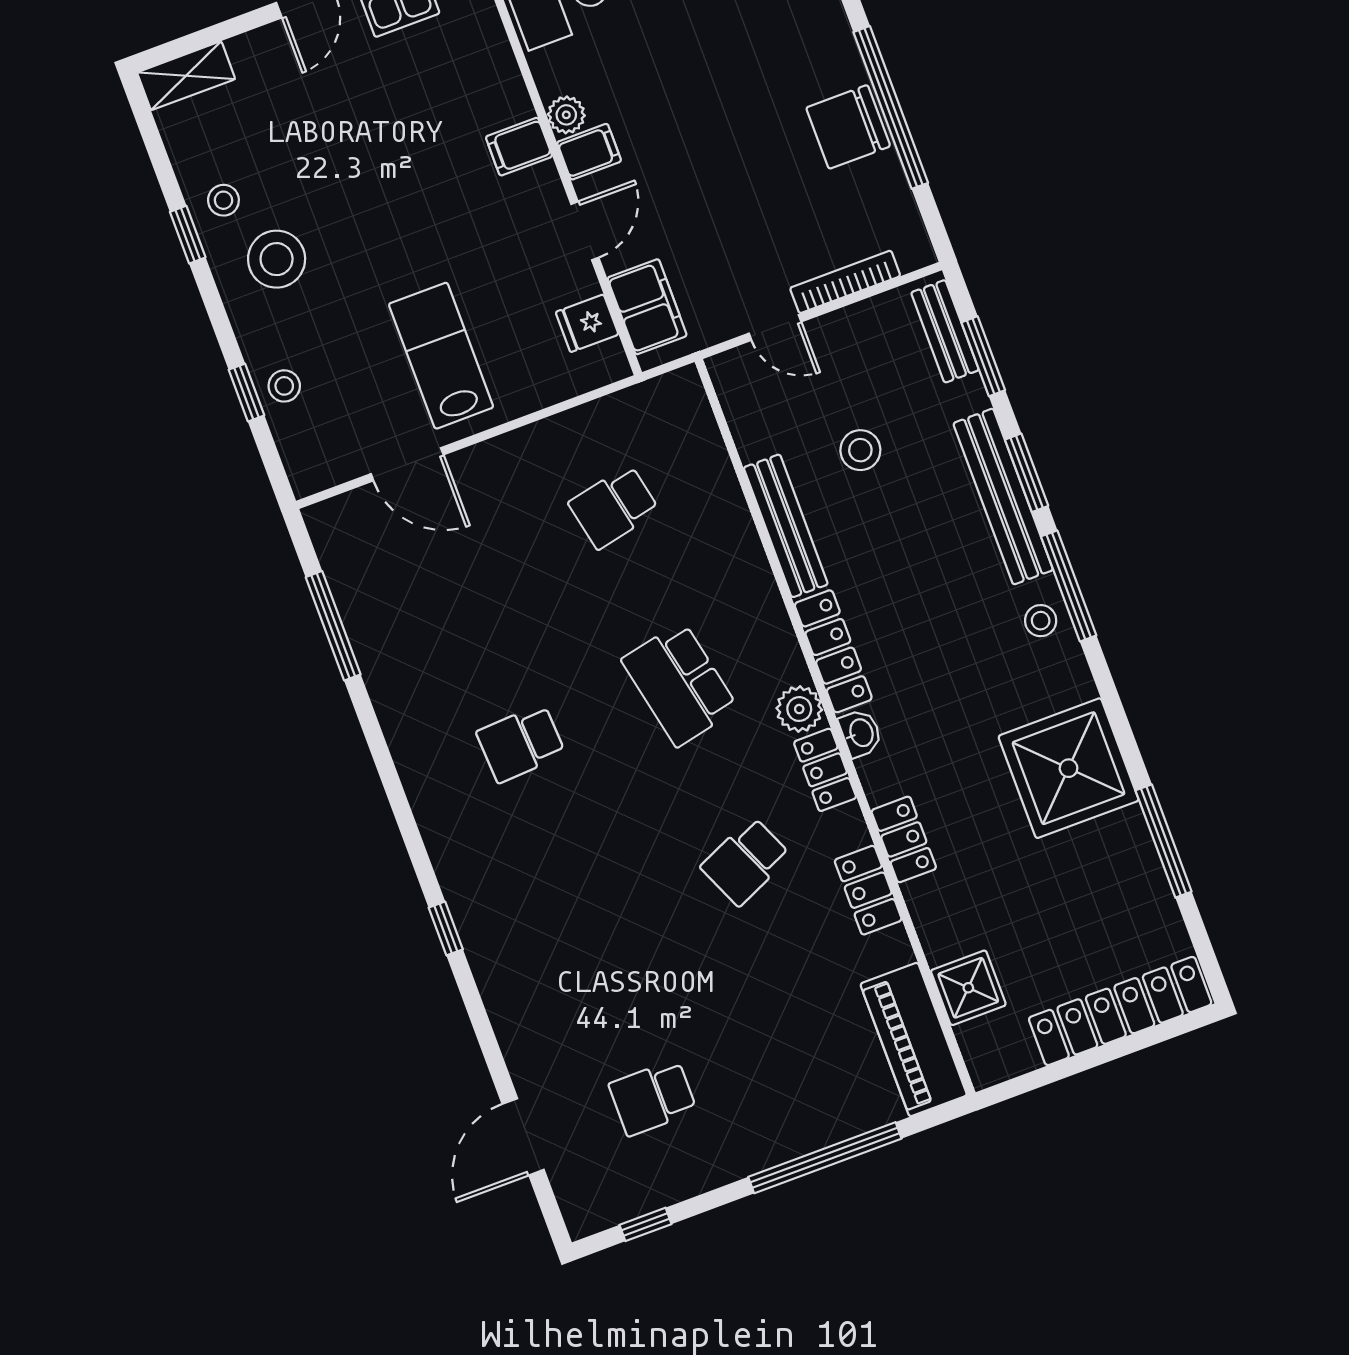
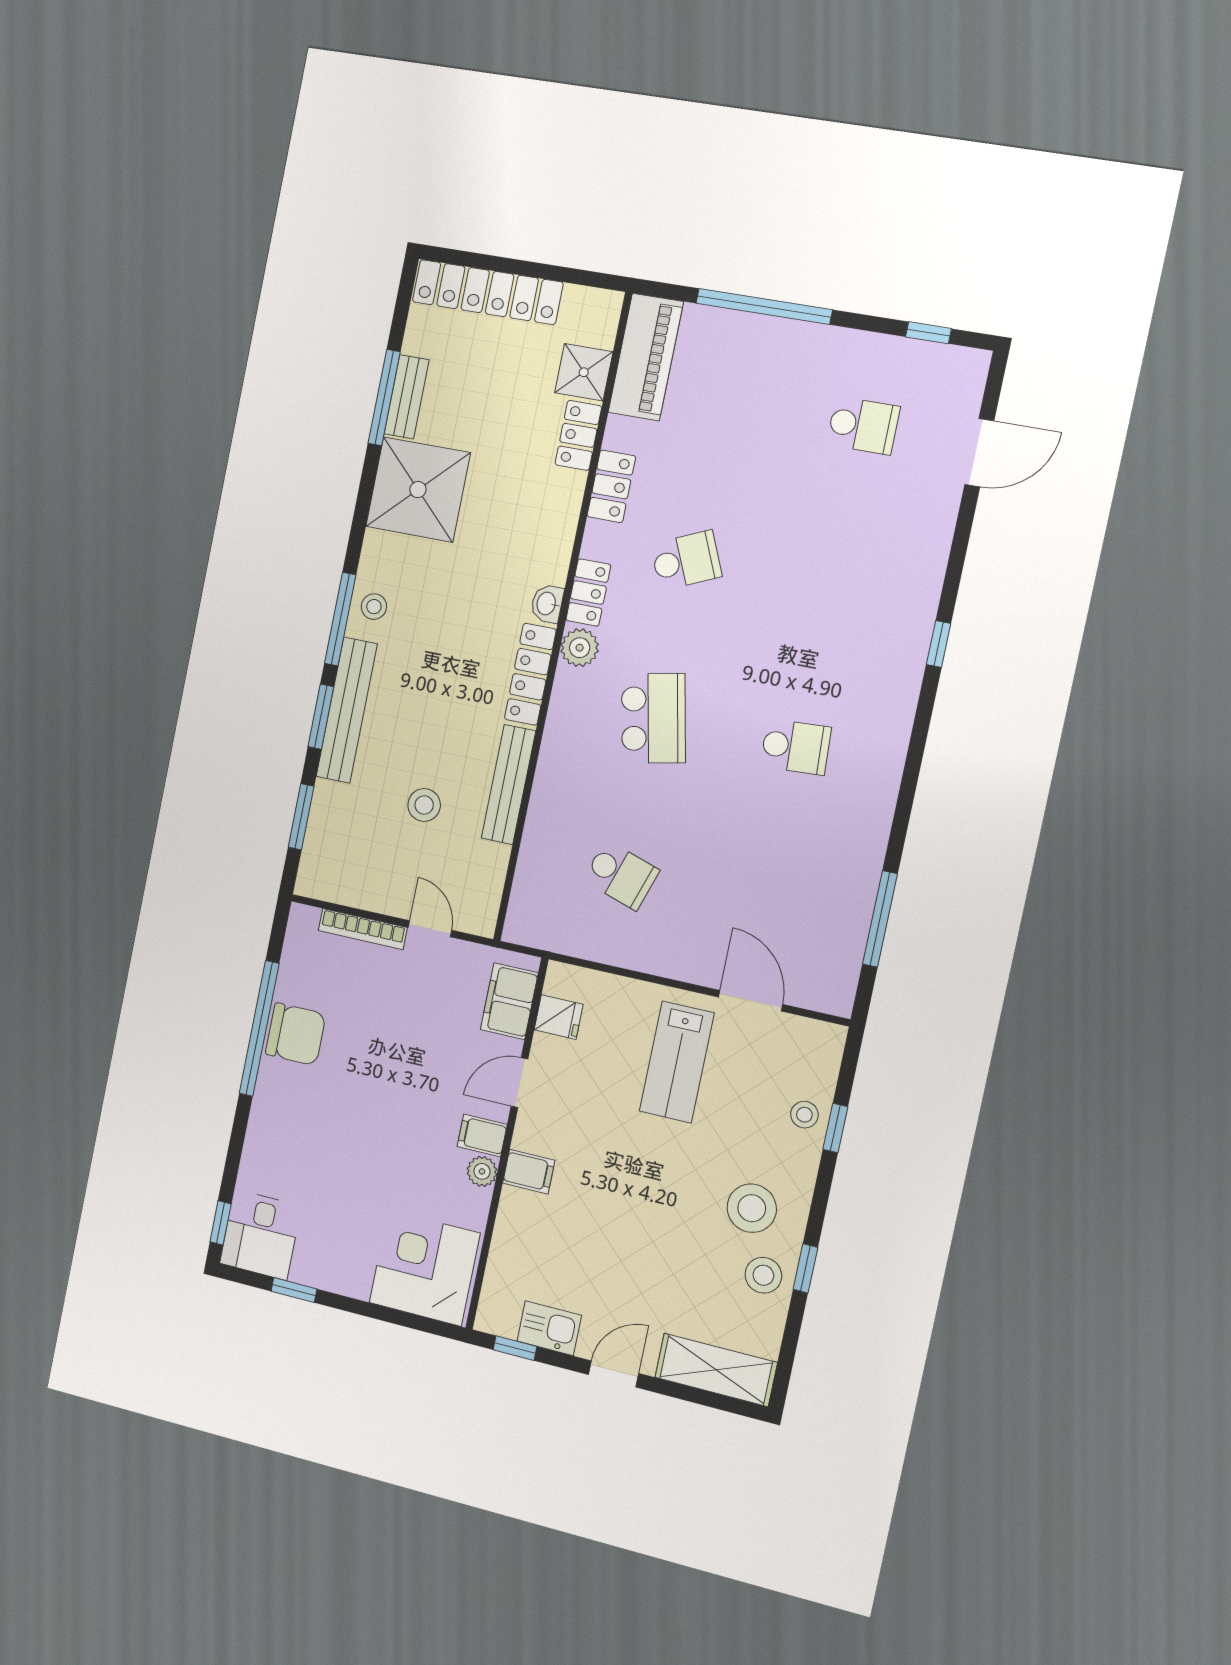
shelving: (186, 76) -> (716, 1370), width x1.50, depth x1.33
stool: (223, 200) -> (763, 1275), width x1.37, depth x1.37
bench: (945, 331) -> (407, 397), moved
school desk: (614, 507) -> (621, 875), turned 30
locker: (904, 839) -> (578, 435), moved

